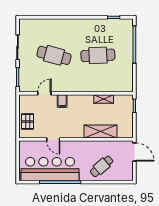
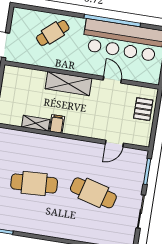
filing cabinet: (62, 101) -> (57, 124), moved
shelving: (101, 132) -> (69, 84), moved

